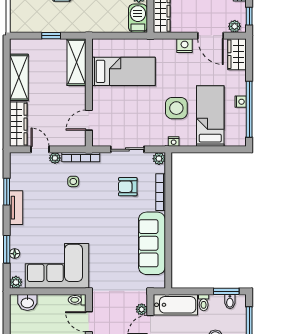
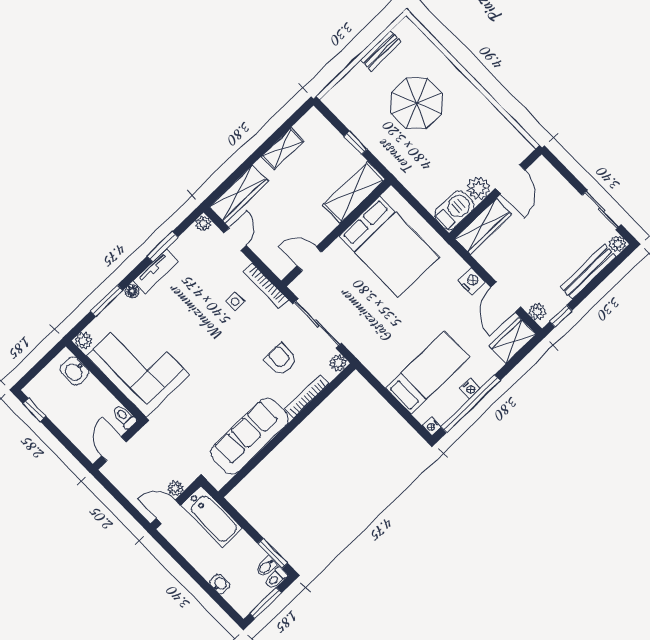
bed: (123, 71) -> (389, 246), width x1.50
shelving: (19, 77) -> (283, 149), width x0.67, depth x0.75
side table: (176, 108) -> (403, 332), removed
nightstand: (174, 141) -> (432, 426), moved
sliding door: (127, 149) -> (317, 324), width x1.37
plant: (55, 158) -> (203, 223), moved
floor lamp: (15, 254) -> (132, 291), moved
toilet: (204, 303) -> (276, 578), moved

